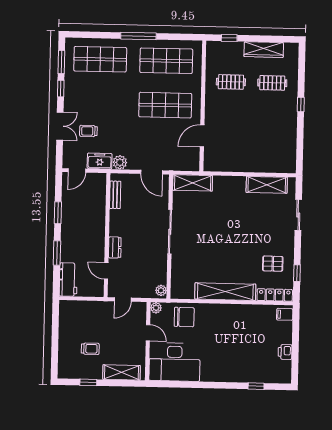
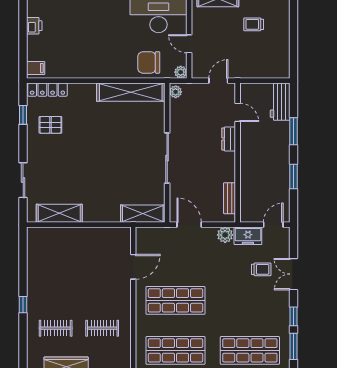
shelving: (225, 292) -> (131, 92), moved

